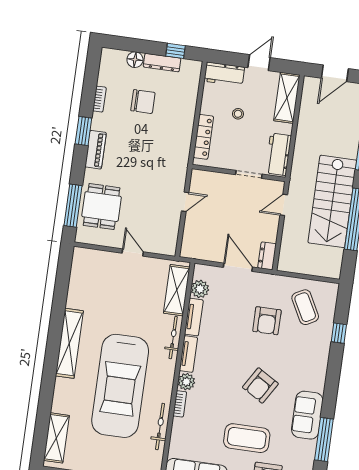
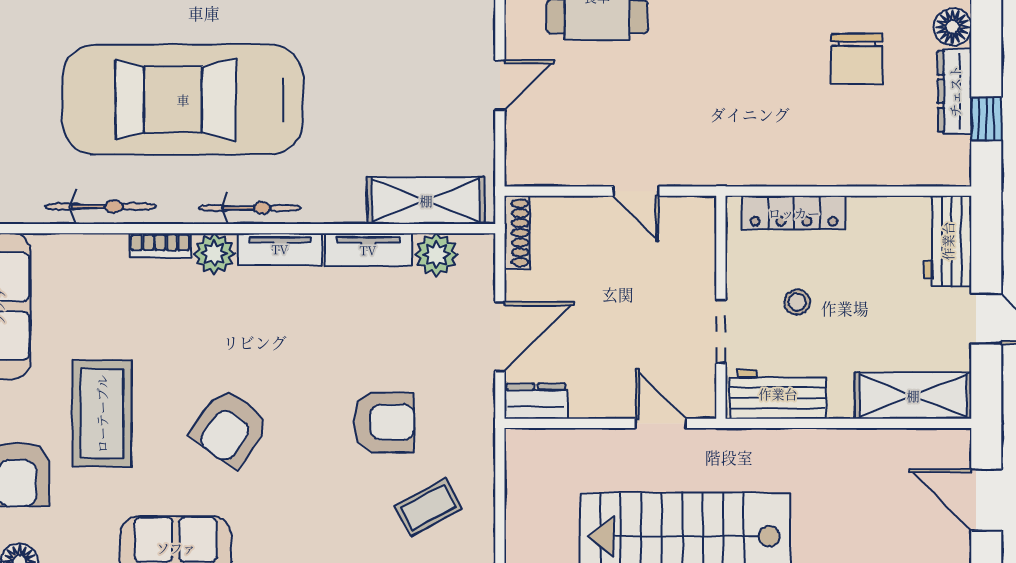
stool: (238, 114) -> (797, 302), moved
shoe rack: (195, 254) -> (517, 233), added
coffee table: (305, 307) -> (428, 507), width x0.73, depth x0.77
armchair: (267, 321) -> (384, 422), turned 180
bicycle: (173, 338) -> (250, 208), moved
armchair: (260, 385) -> (230, 428), turned -85

